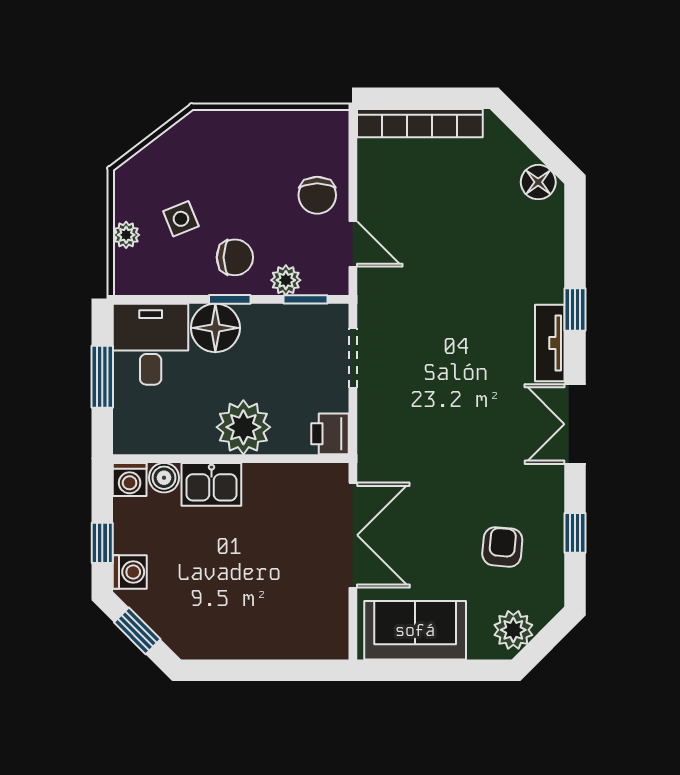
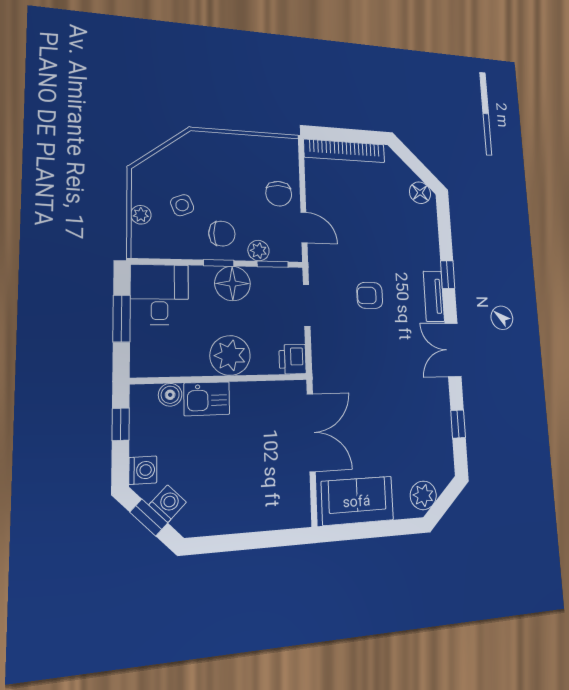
floor lamp: (215, 328) -> (233, 283), moved
washing machine: (130, 479) -> (168, 504), moved, turned -135
window: (102, 543) -> (121, 424), moved
armchair: (502, 547) -> (370, 295), moved, turned -95

